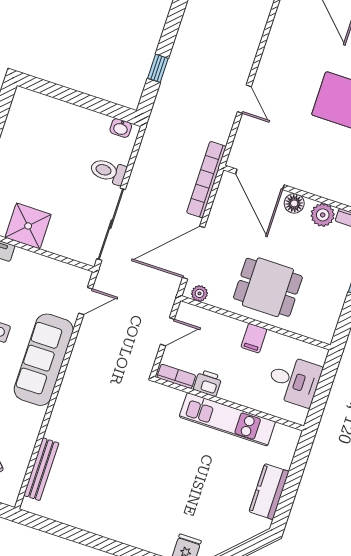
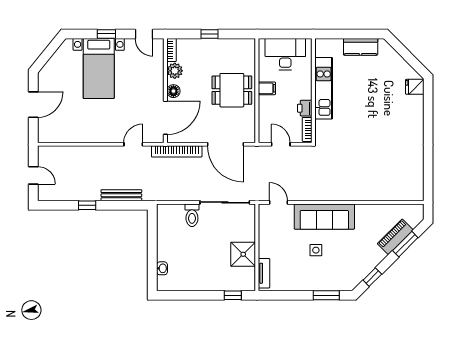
window: (158, 68) -> (87, 205), moved
door: (244, 99) -> (133, 144), moved
washbasin: (121, 128) -> (162, 268), moved
dining table: (268, 287) -> (232, 90), turned 90
plant: (199, 293) -> (250, 132), removed
desk: (294, 381) -> (285, 54), width x1.37
bench: (41, 469) -> (121, 195), moved

